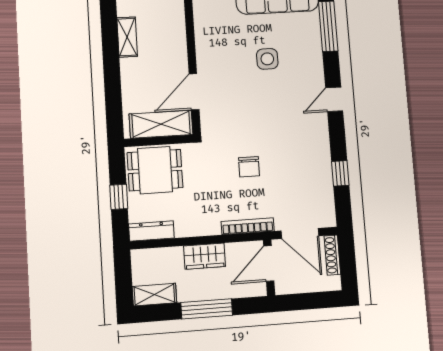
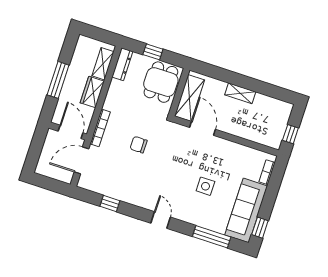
shelving: (127, 37) -> (240, 93), moved
shoe rack: (332, 255) -> (59, 176), removed
shelving: (154, 295) -> (103, 64), moved

